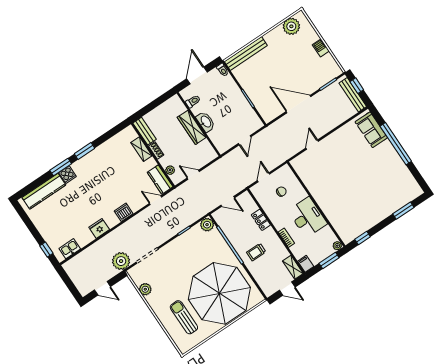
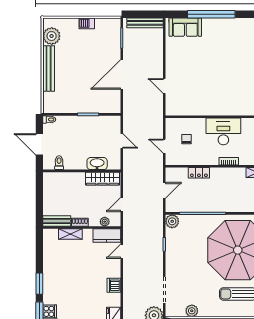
bench: (246, 53) -> (49, 69), moved
window: (357, 86) -> (140, 14), removed
washbasin: (206, 122) -> (97, 164), moved
wardrobe: (192, 127) -> (103, 179), moved
trolley: (256, 252) -> (224, 195), removed

